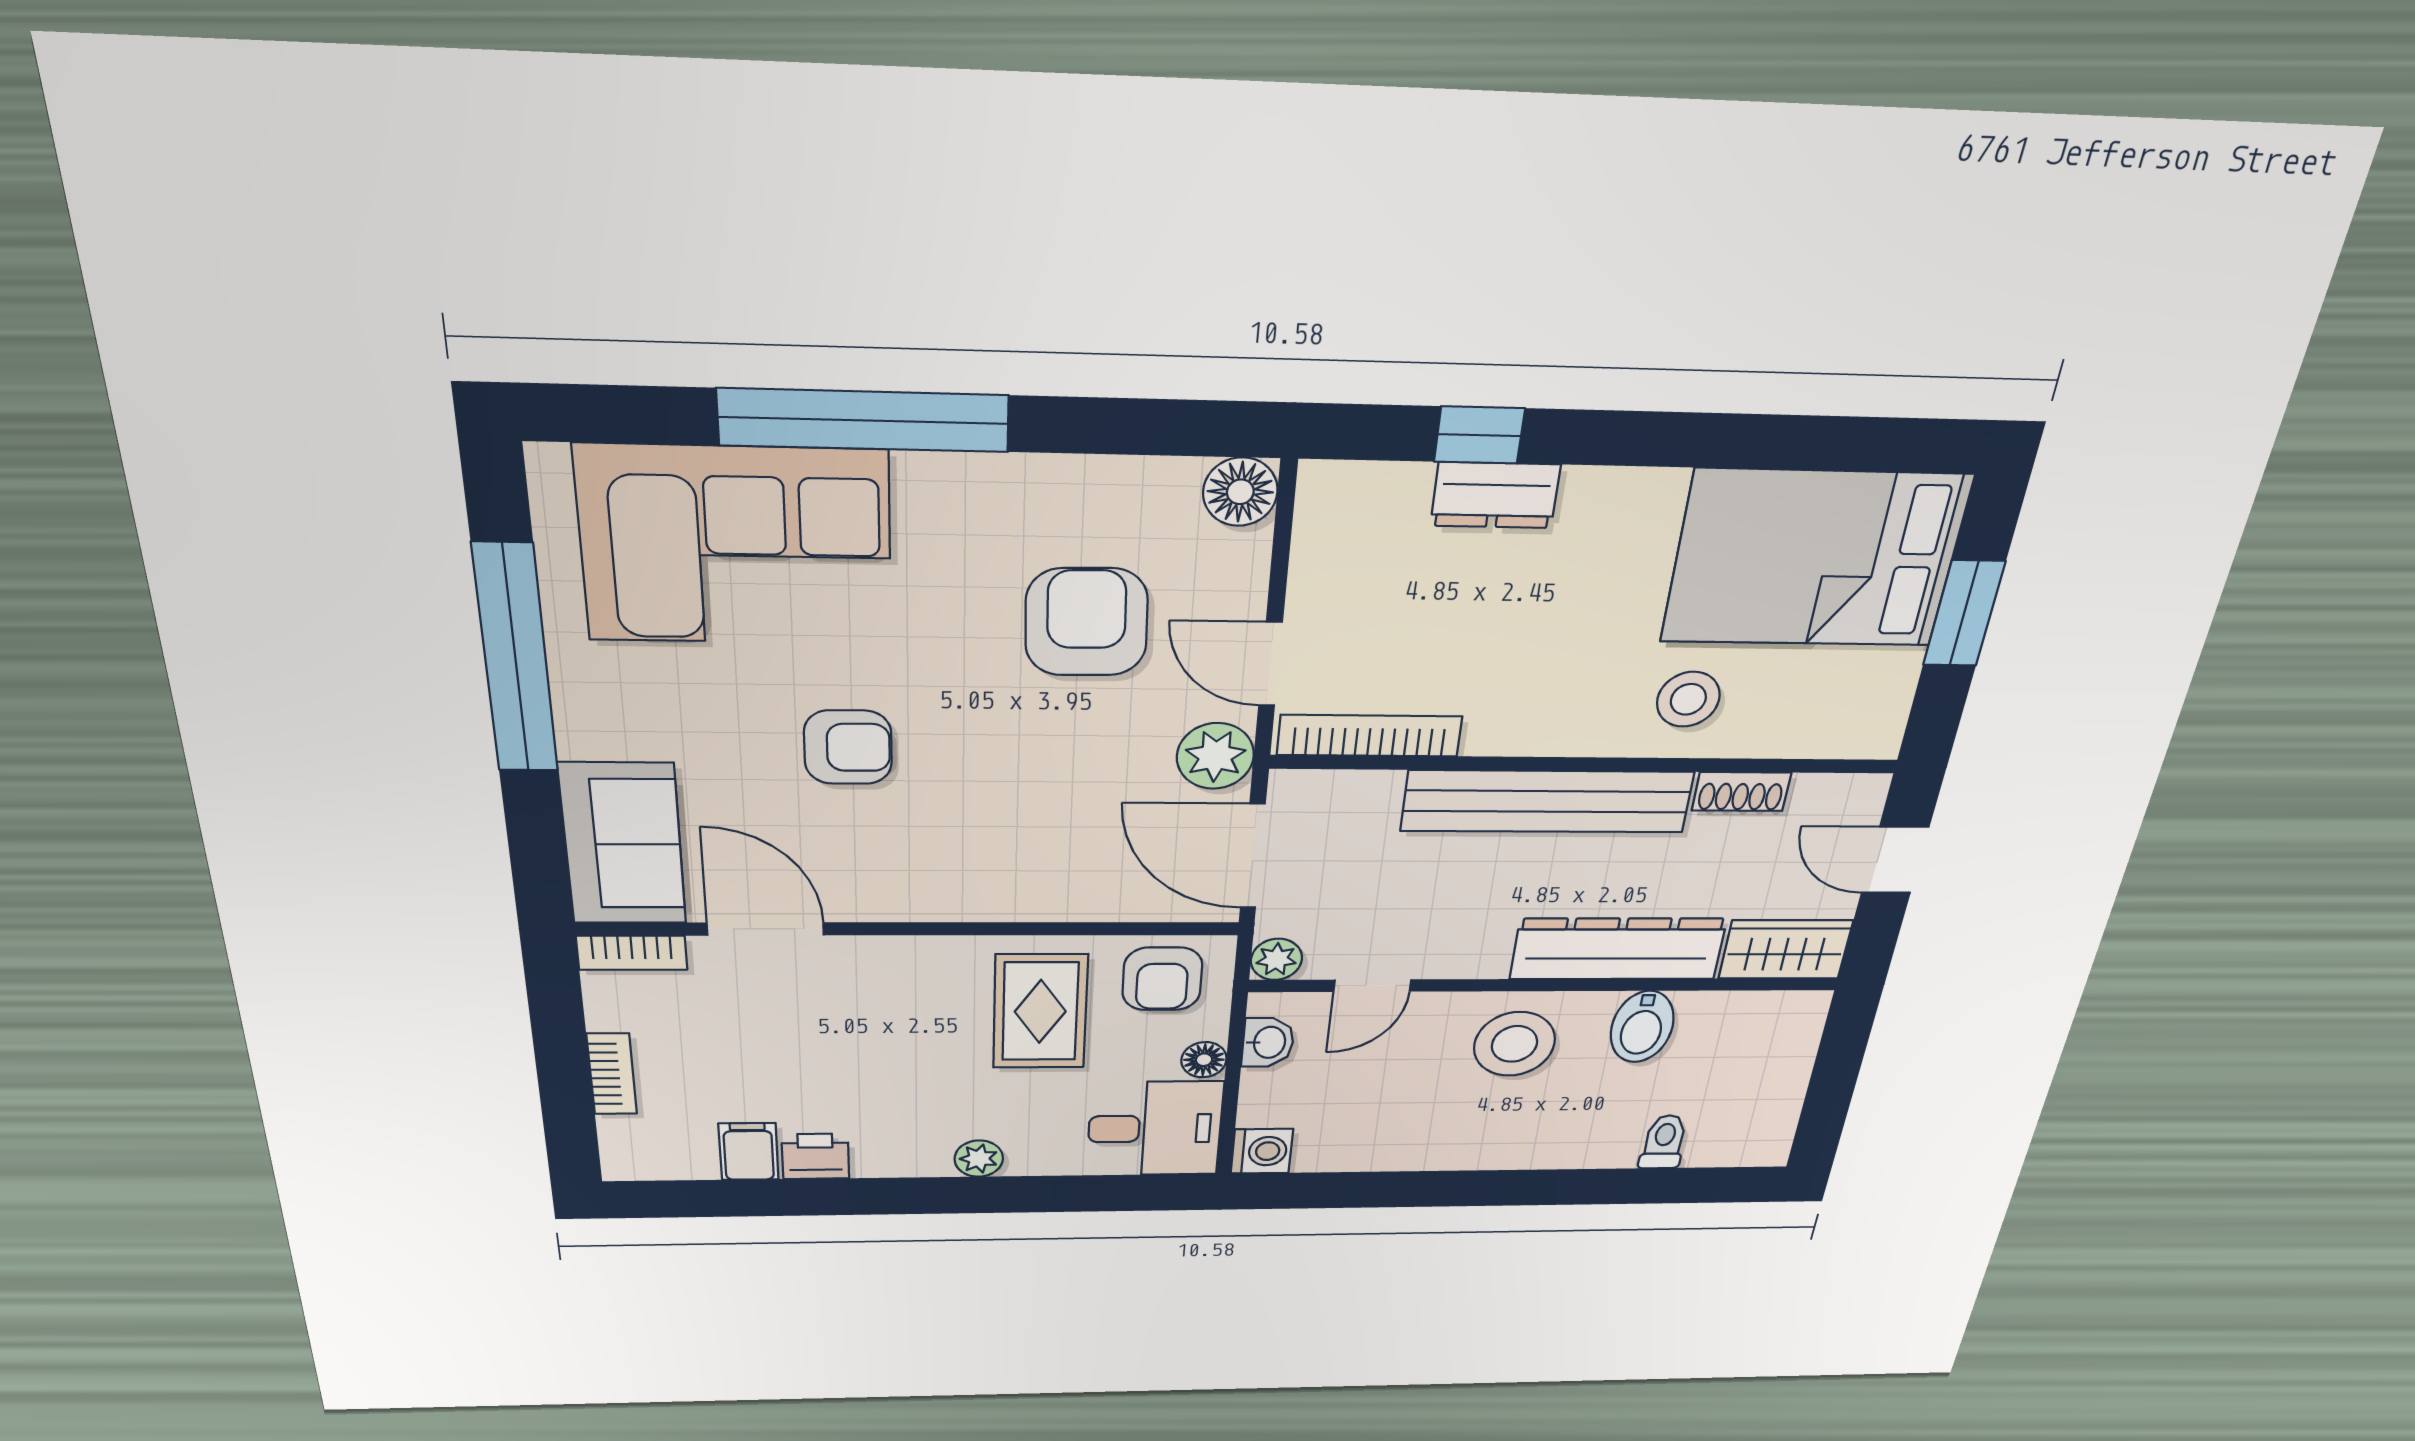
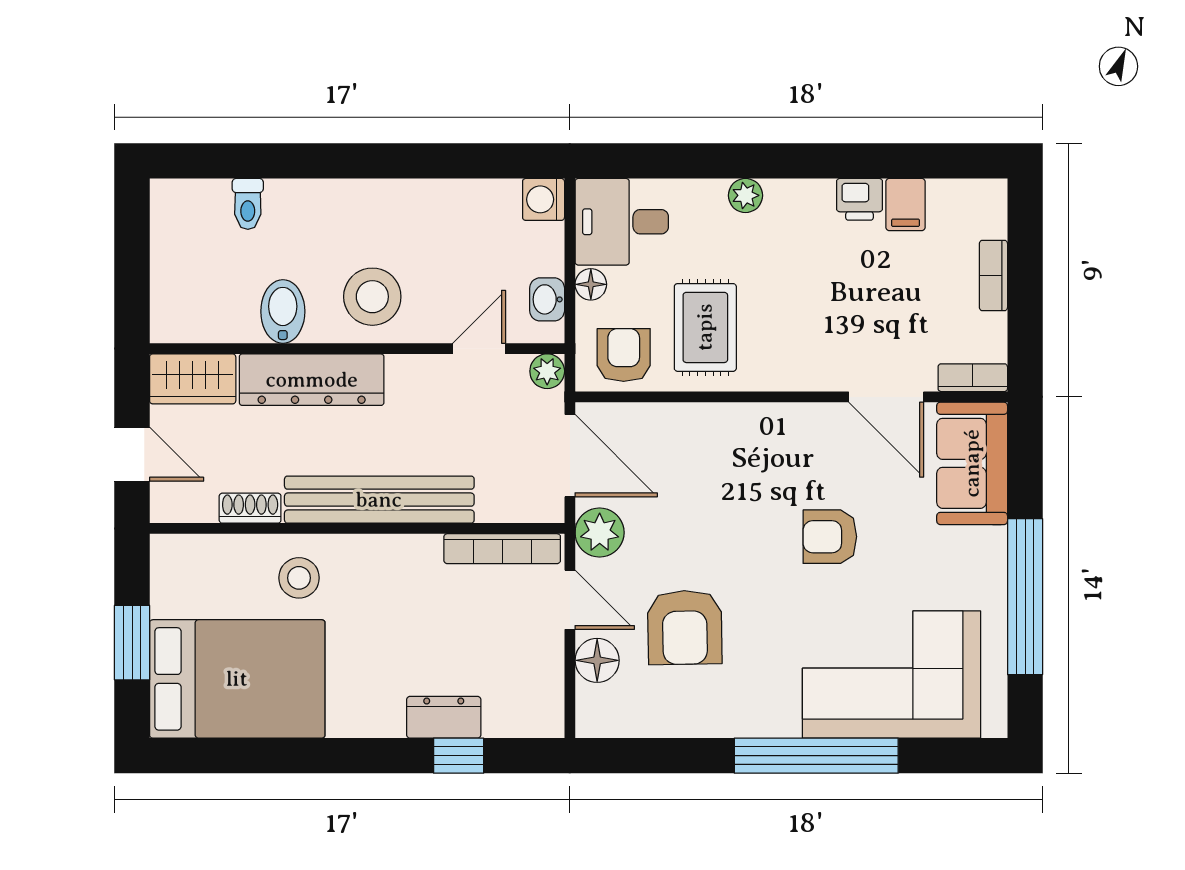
floor lamp: (1240, 492) -> (597, 660), moved

